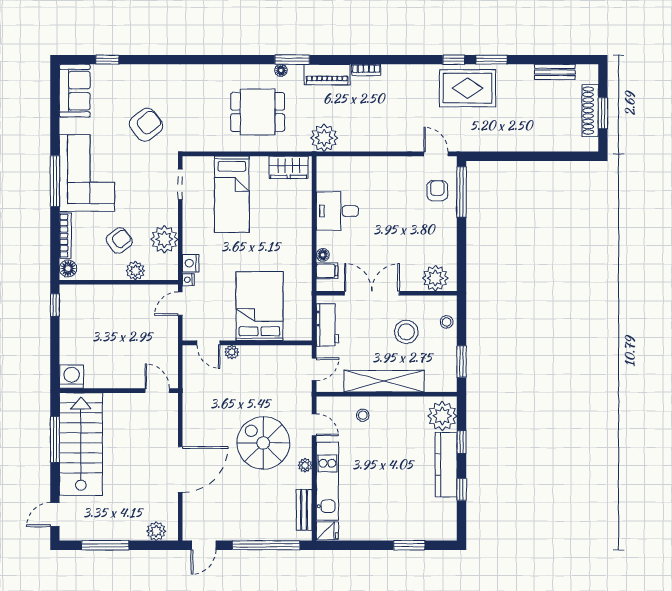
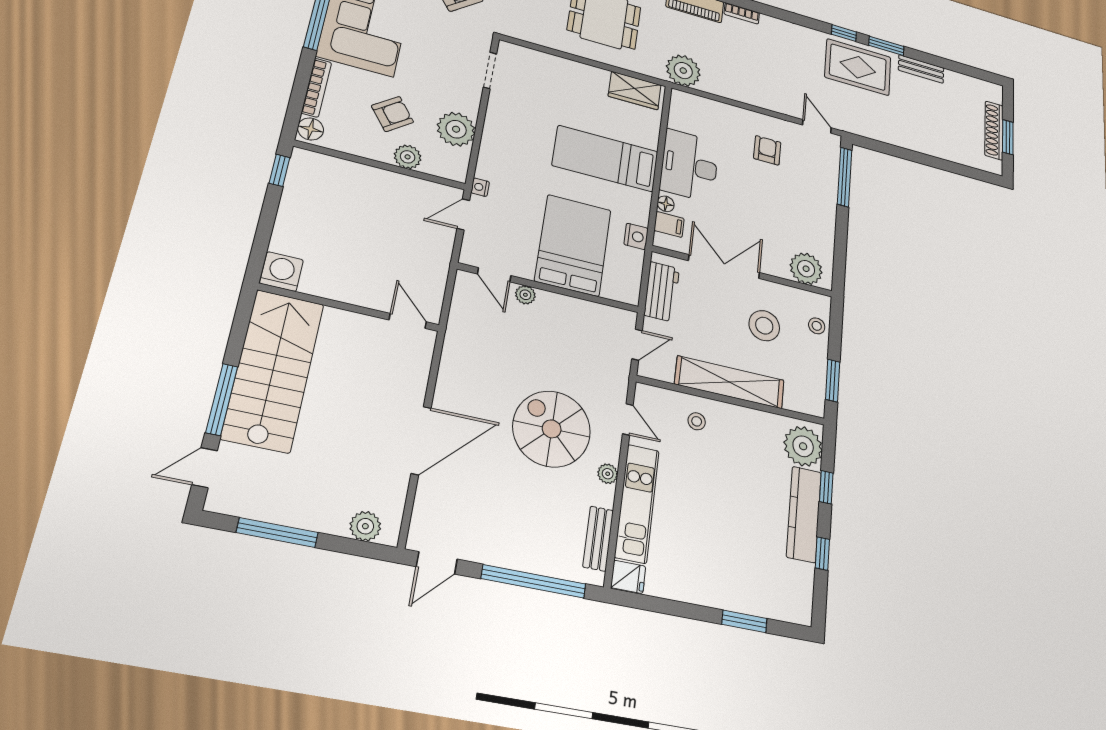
bench: (555, 72) -> (921, 69), moved
armchair: (437, 191) -> (767, 150), moved
bed: (232, 194) -> (605, 159), moved, turned 90
desk: (337, 211) -> (689, 166), width x1.37
nightstand: (191, 263) -> (636, 236), moved, turned 180
window: (55, 439) -> (222, 399), moved

